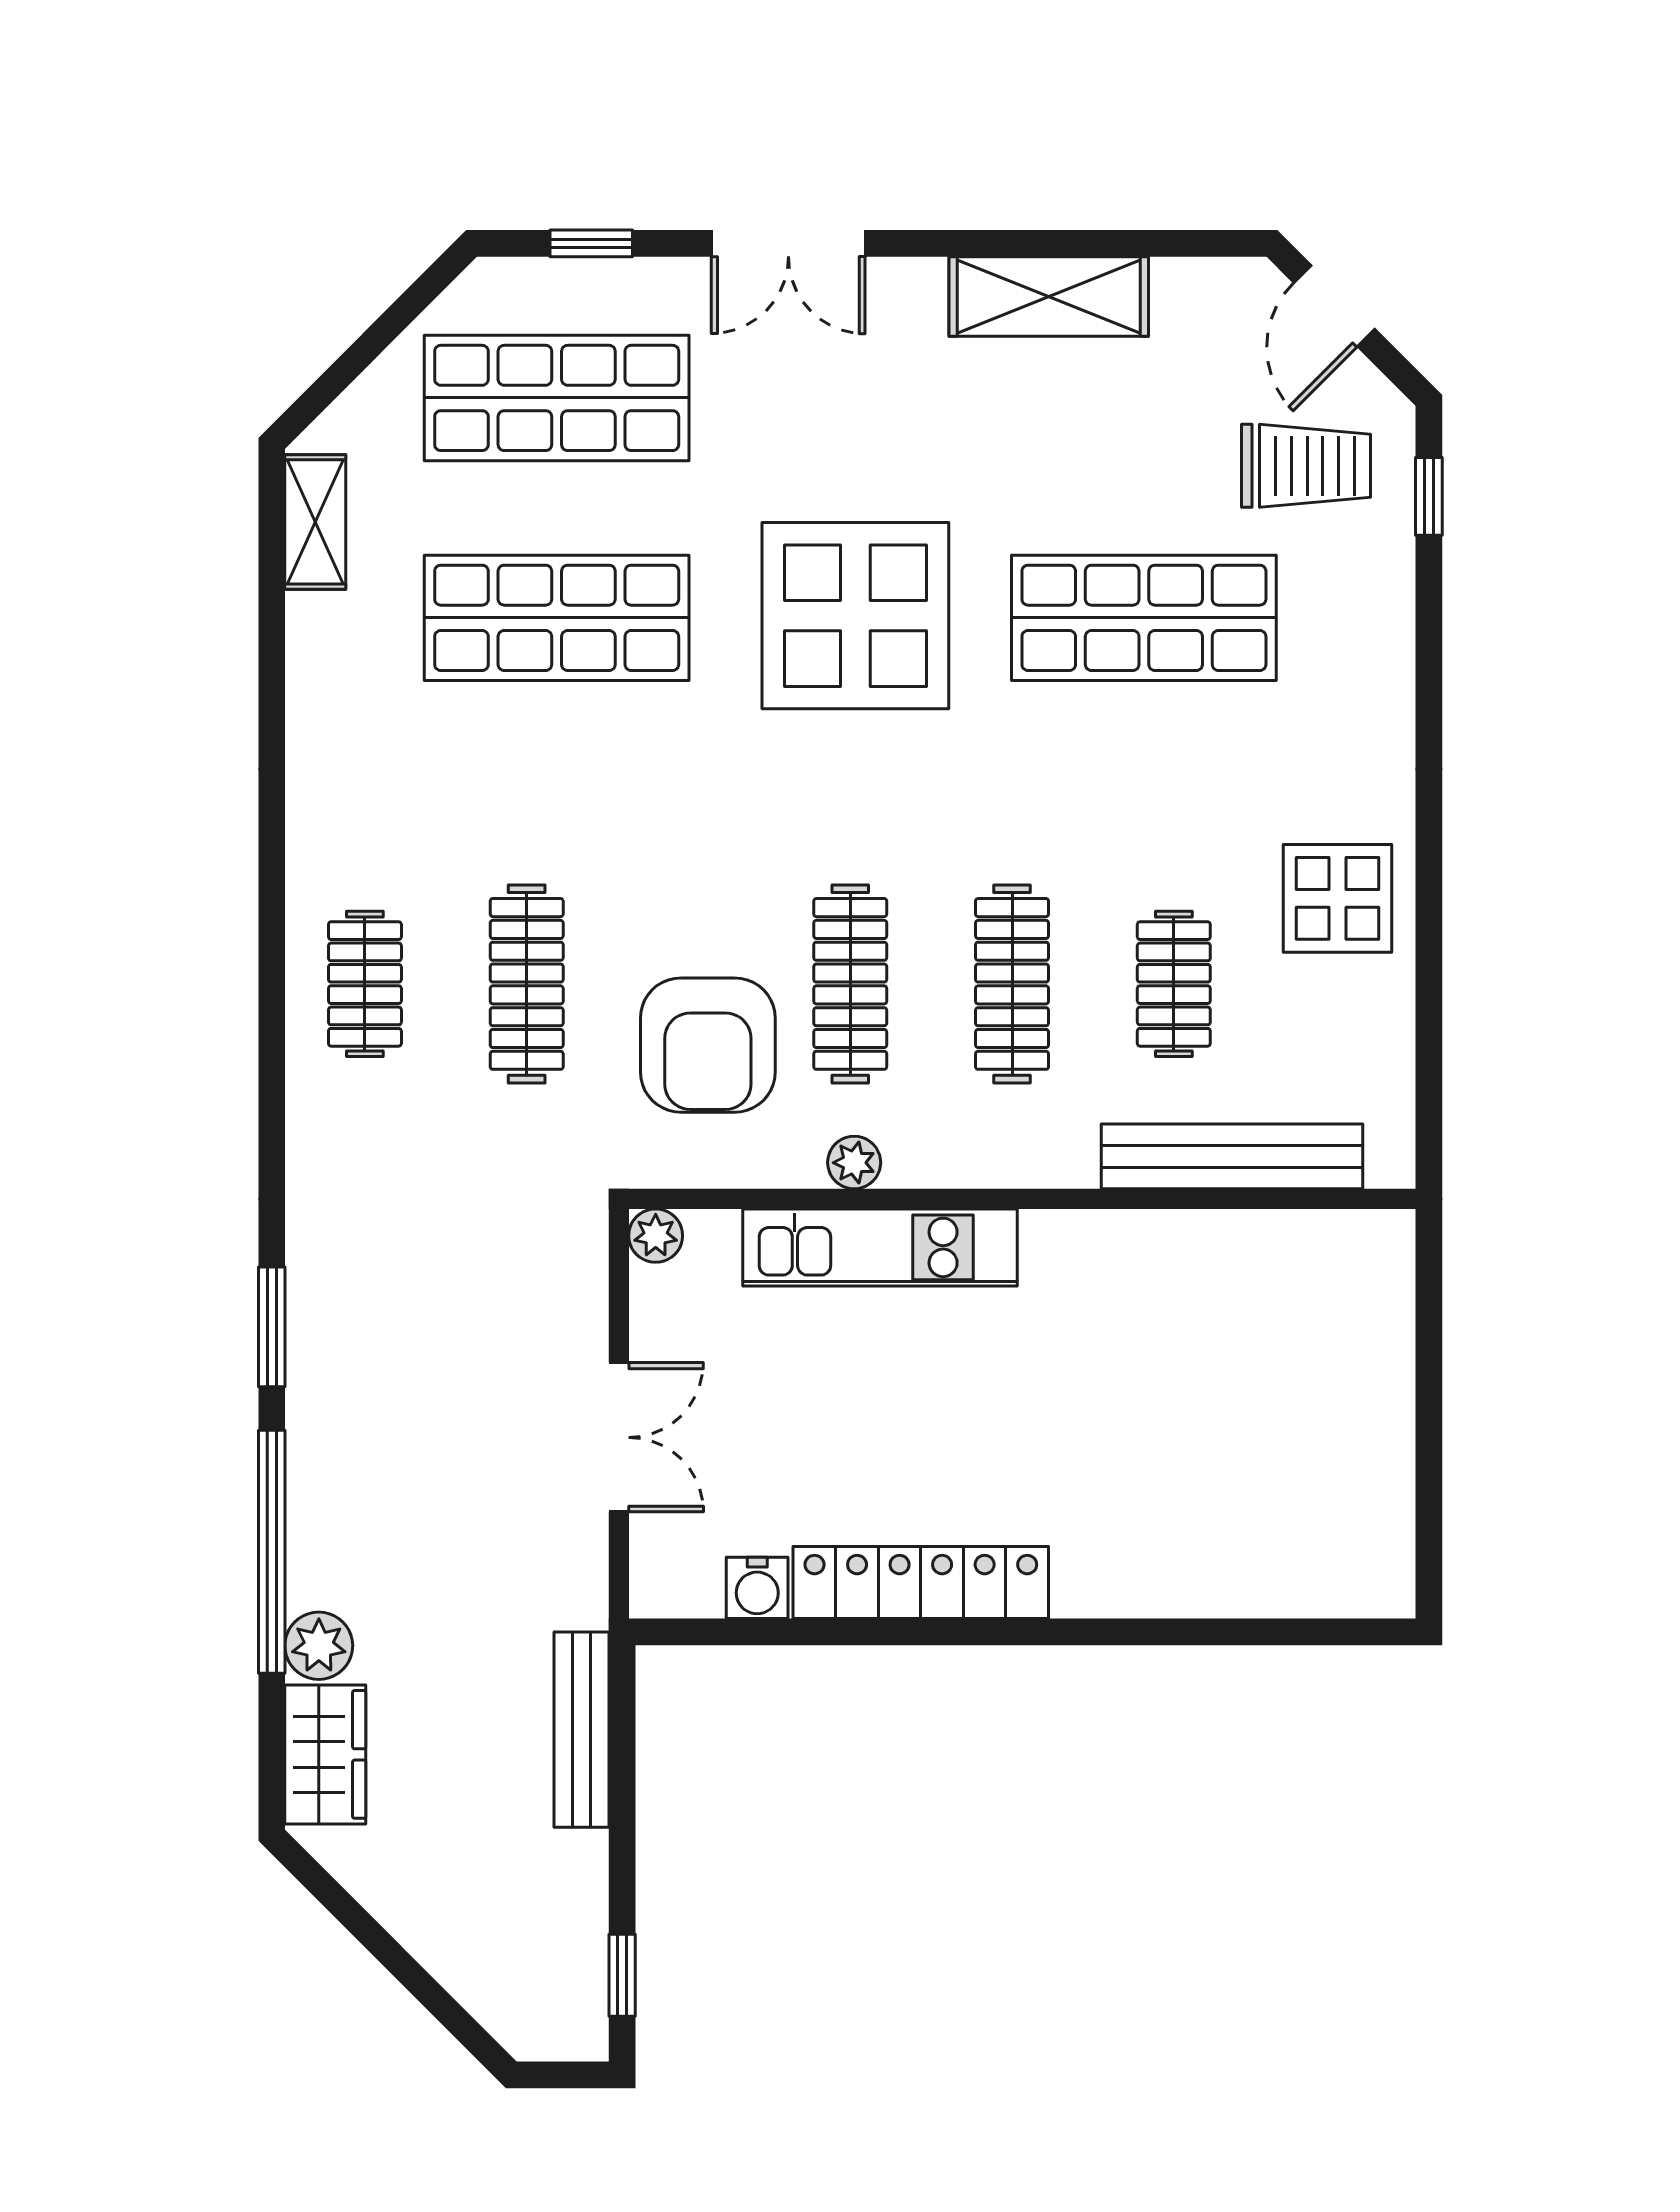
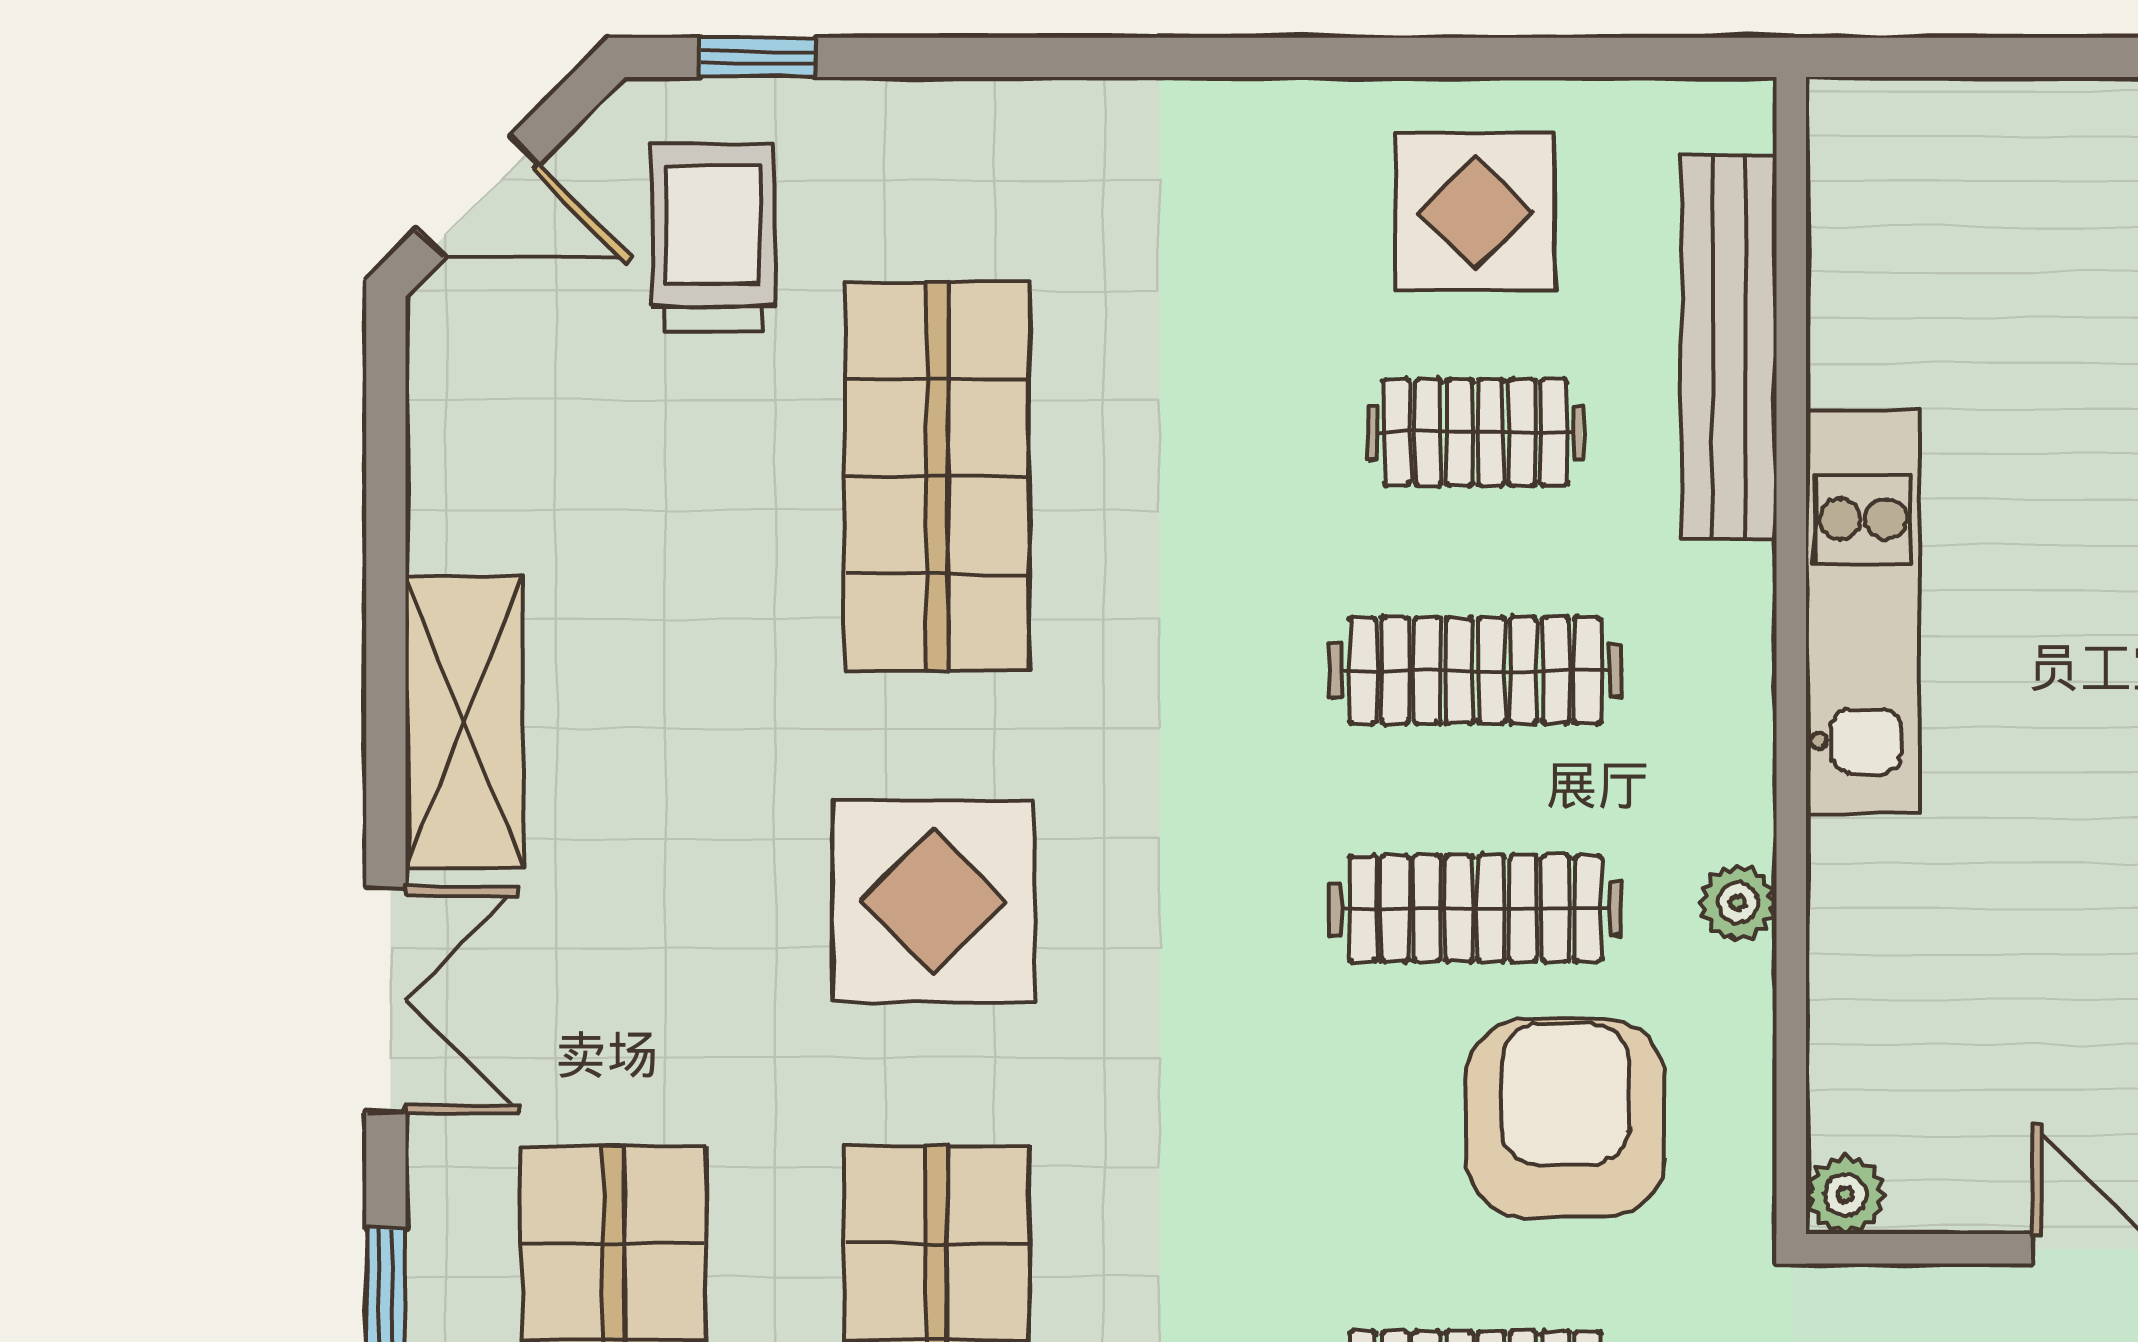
shelving: (1049, 296) -> (464, 722), moved
display table: (855, 616) -> (933, 901), width x0.73, depth x0.73
display table: (1337, 898) -> (1475, 212), moved
armchair: (708, 1045) -> (1565, 1118), turned -90
kitchen unit: (880, 1247) -> (1863, 612), moved

